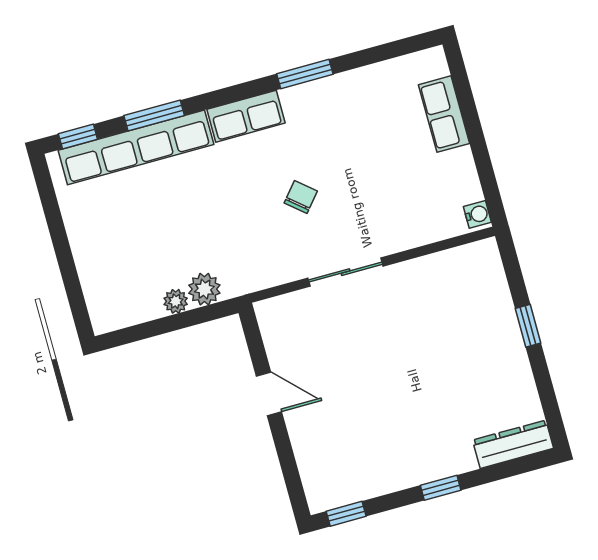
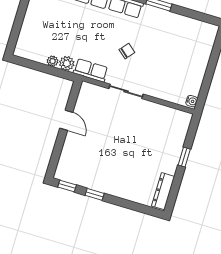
row of seats: (444, 114) -> (91, 70), moved, turned 90
dresser: (513, 444) -> (163, 191), moved, turned -90
window: (441, 488) -> (95, 194), moved

